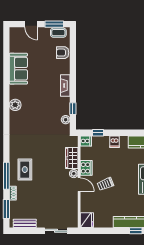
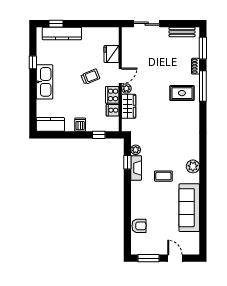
coffee table: (58, 33) -> (163, 176), moved
sofa: (18, 69) -> (189, 208), width x1.36
fireplace: (65, 86) -> (136, 168), moved
cooker: (86, 141) -> (113, 110), moved
rug: (25, 170) -> (182, 93), turned 90
door: (79, 185) -> (120, 76), swing flipped
fridge: (87, 220) -> (111, 54), moved

